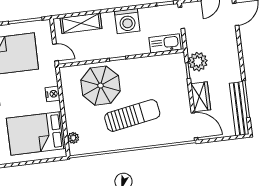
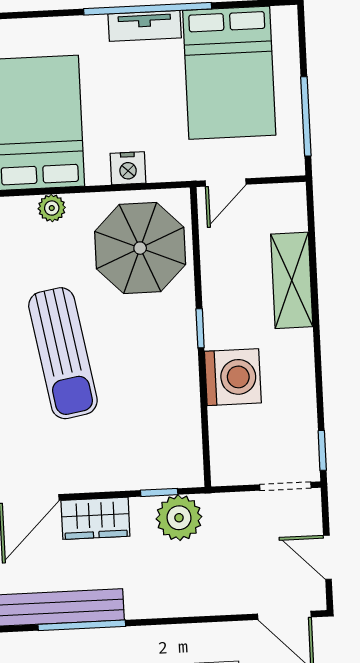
washing machine: (127, 21) -> (233, 377), moved, turned 180
shelving: (81, 23) -> (292, 280), moved
kitchen sink: (165, 43) -> (228, 443), removed
parasol: (101, 86) -> (140, 248), moved
plant: (73, 138) -> (52, 208), moved

